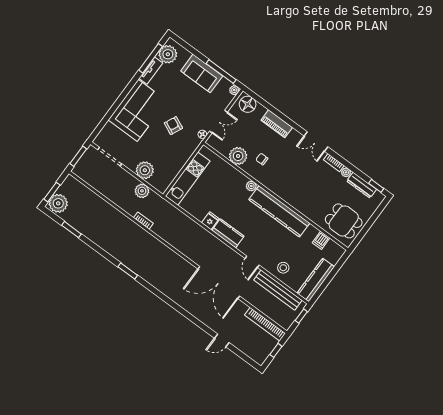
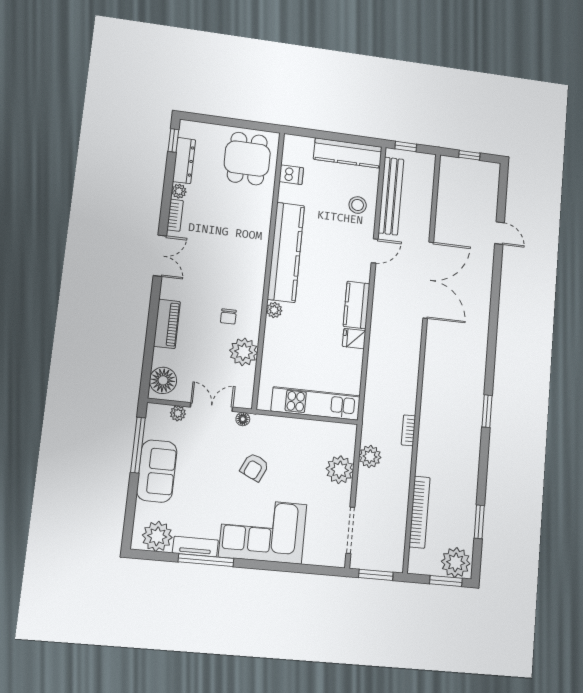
window: (151, 58) -> (206, 560), moved
plant: (234, 90) -> (178, 413), moved
bookcase: (265, 324) -> (420, 512), moved

